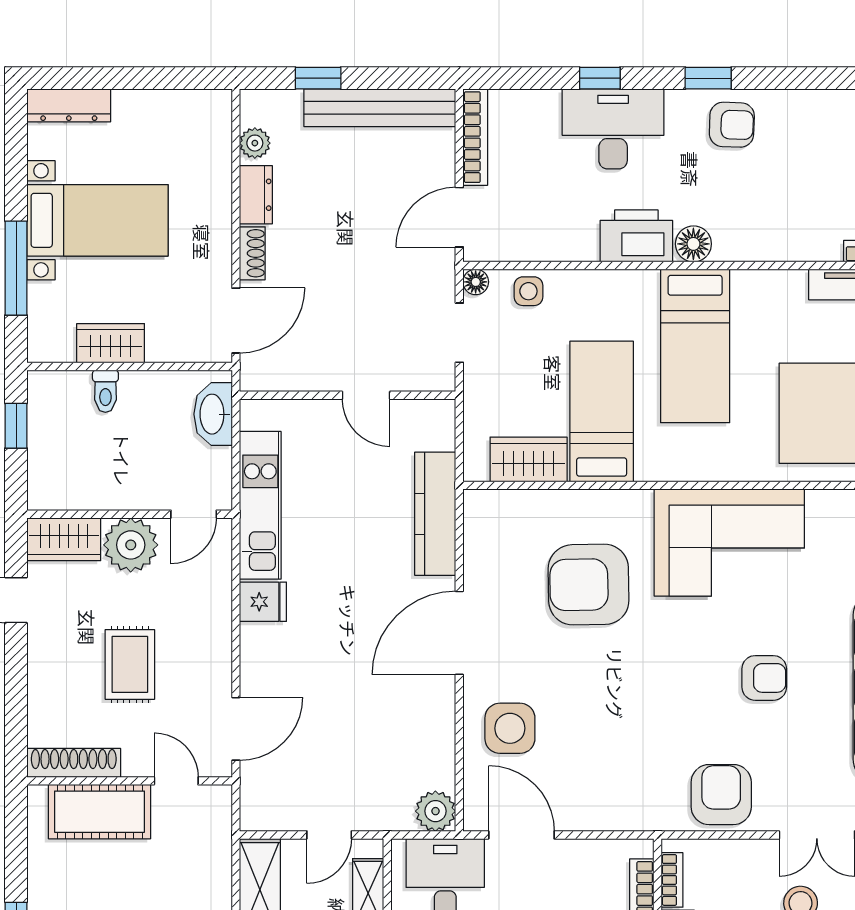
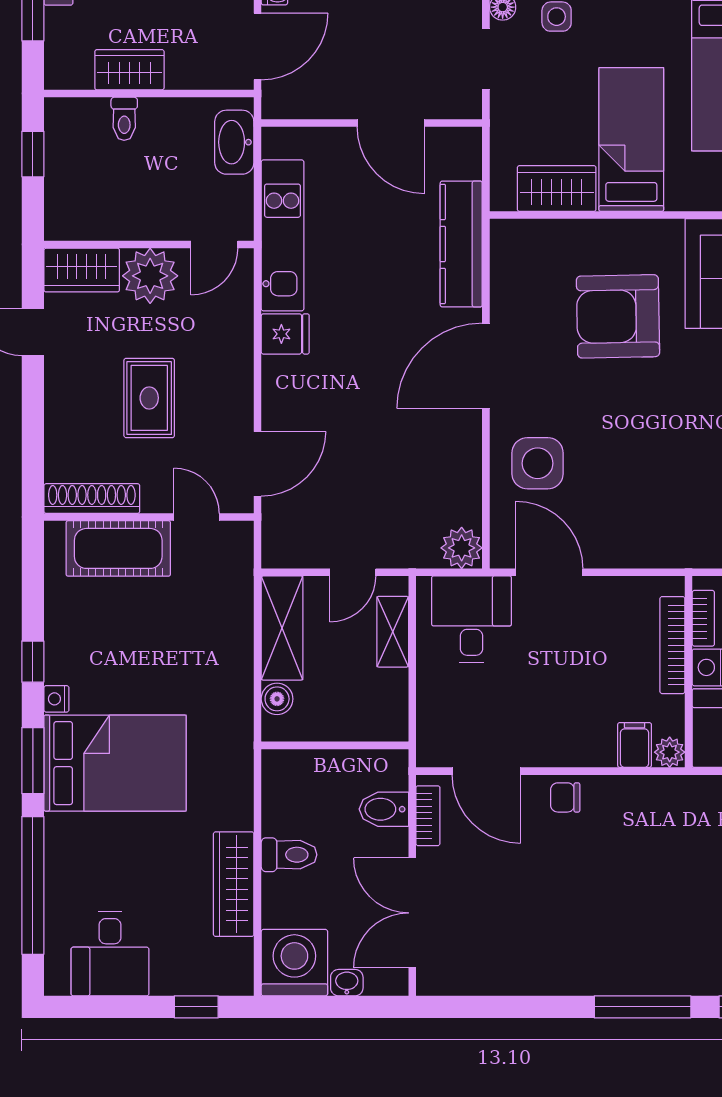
door: (366, 395) -> (391, 123), width x1.38

